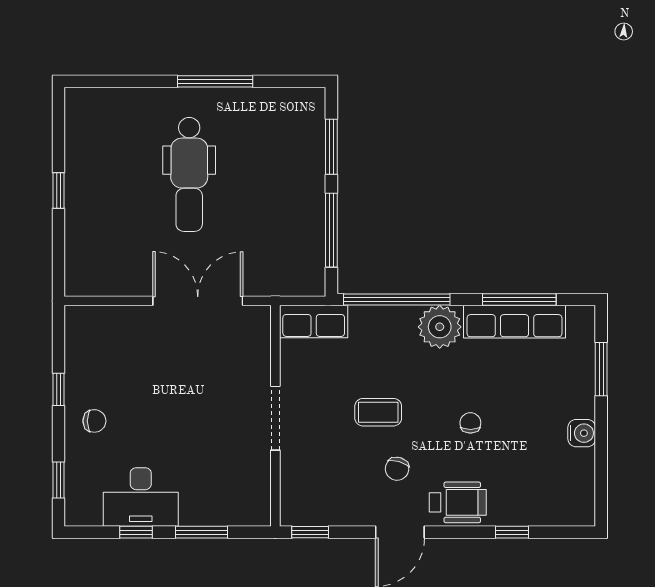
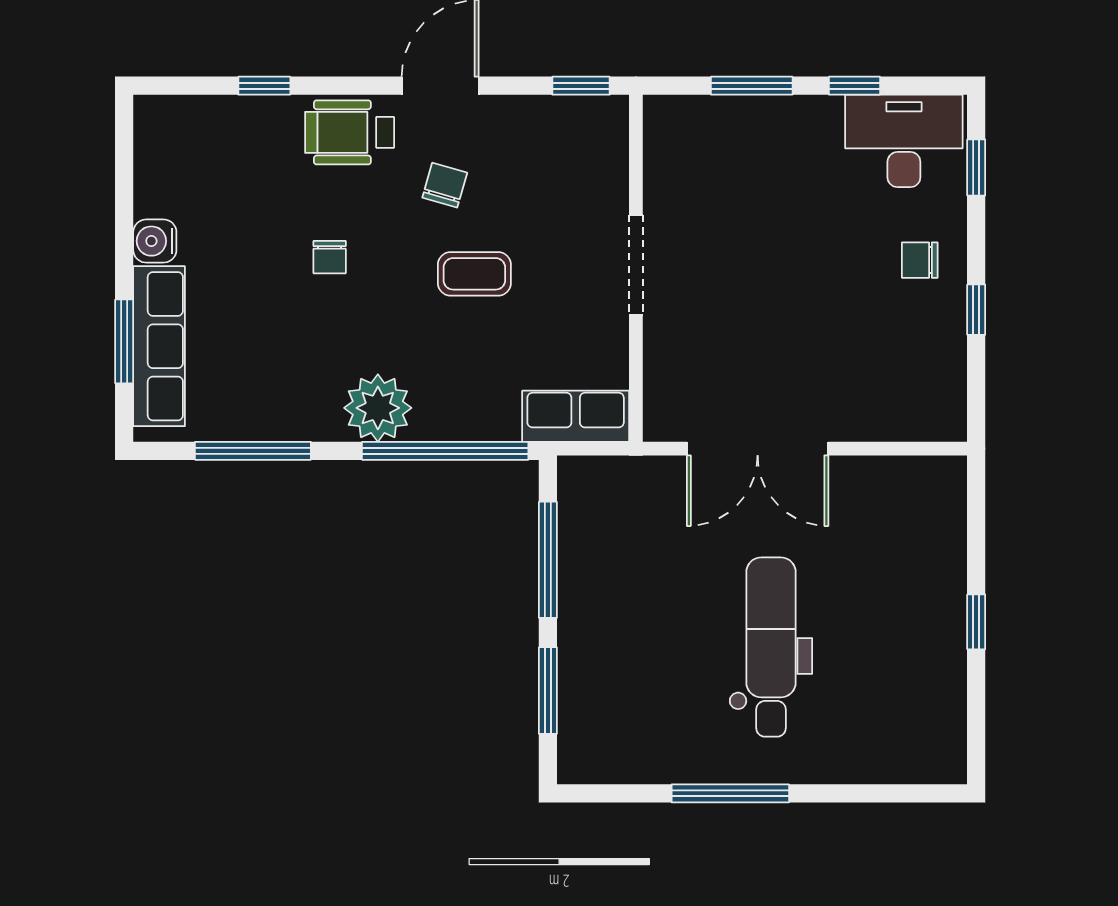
row of seats: (514, 322) -> (159, 346), moved, turned 90
desk: (141, 497) -> (904, 141), moved

